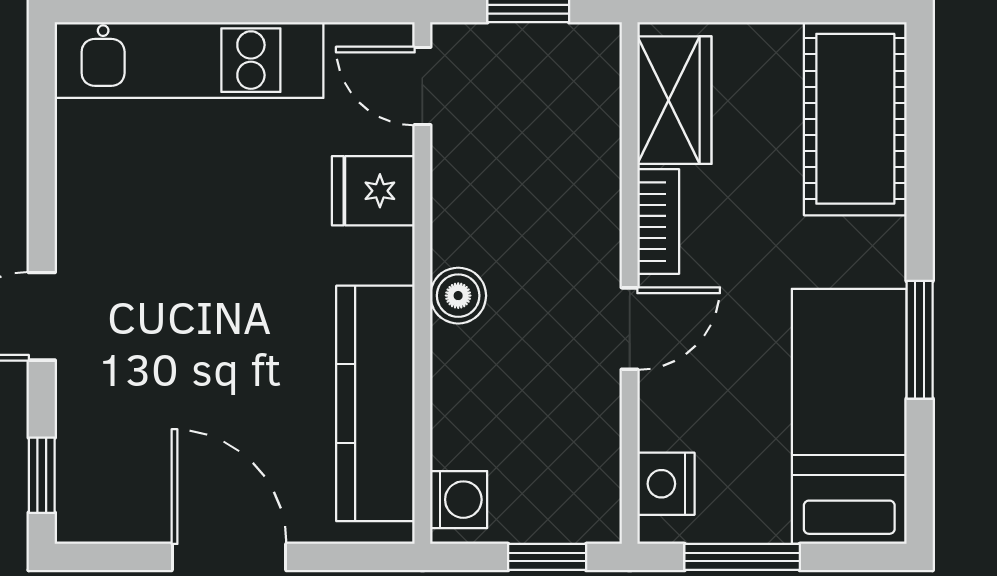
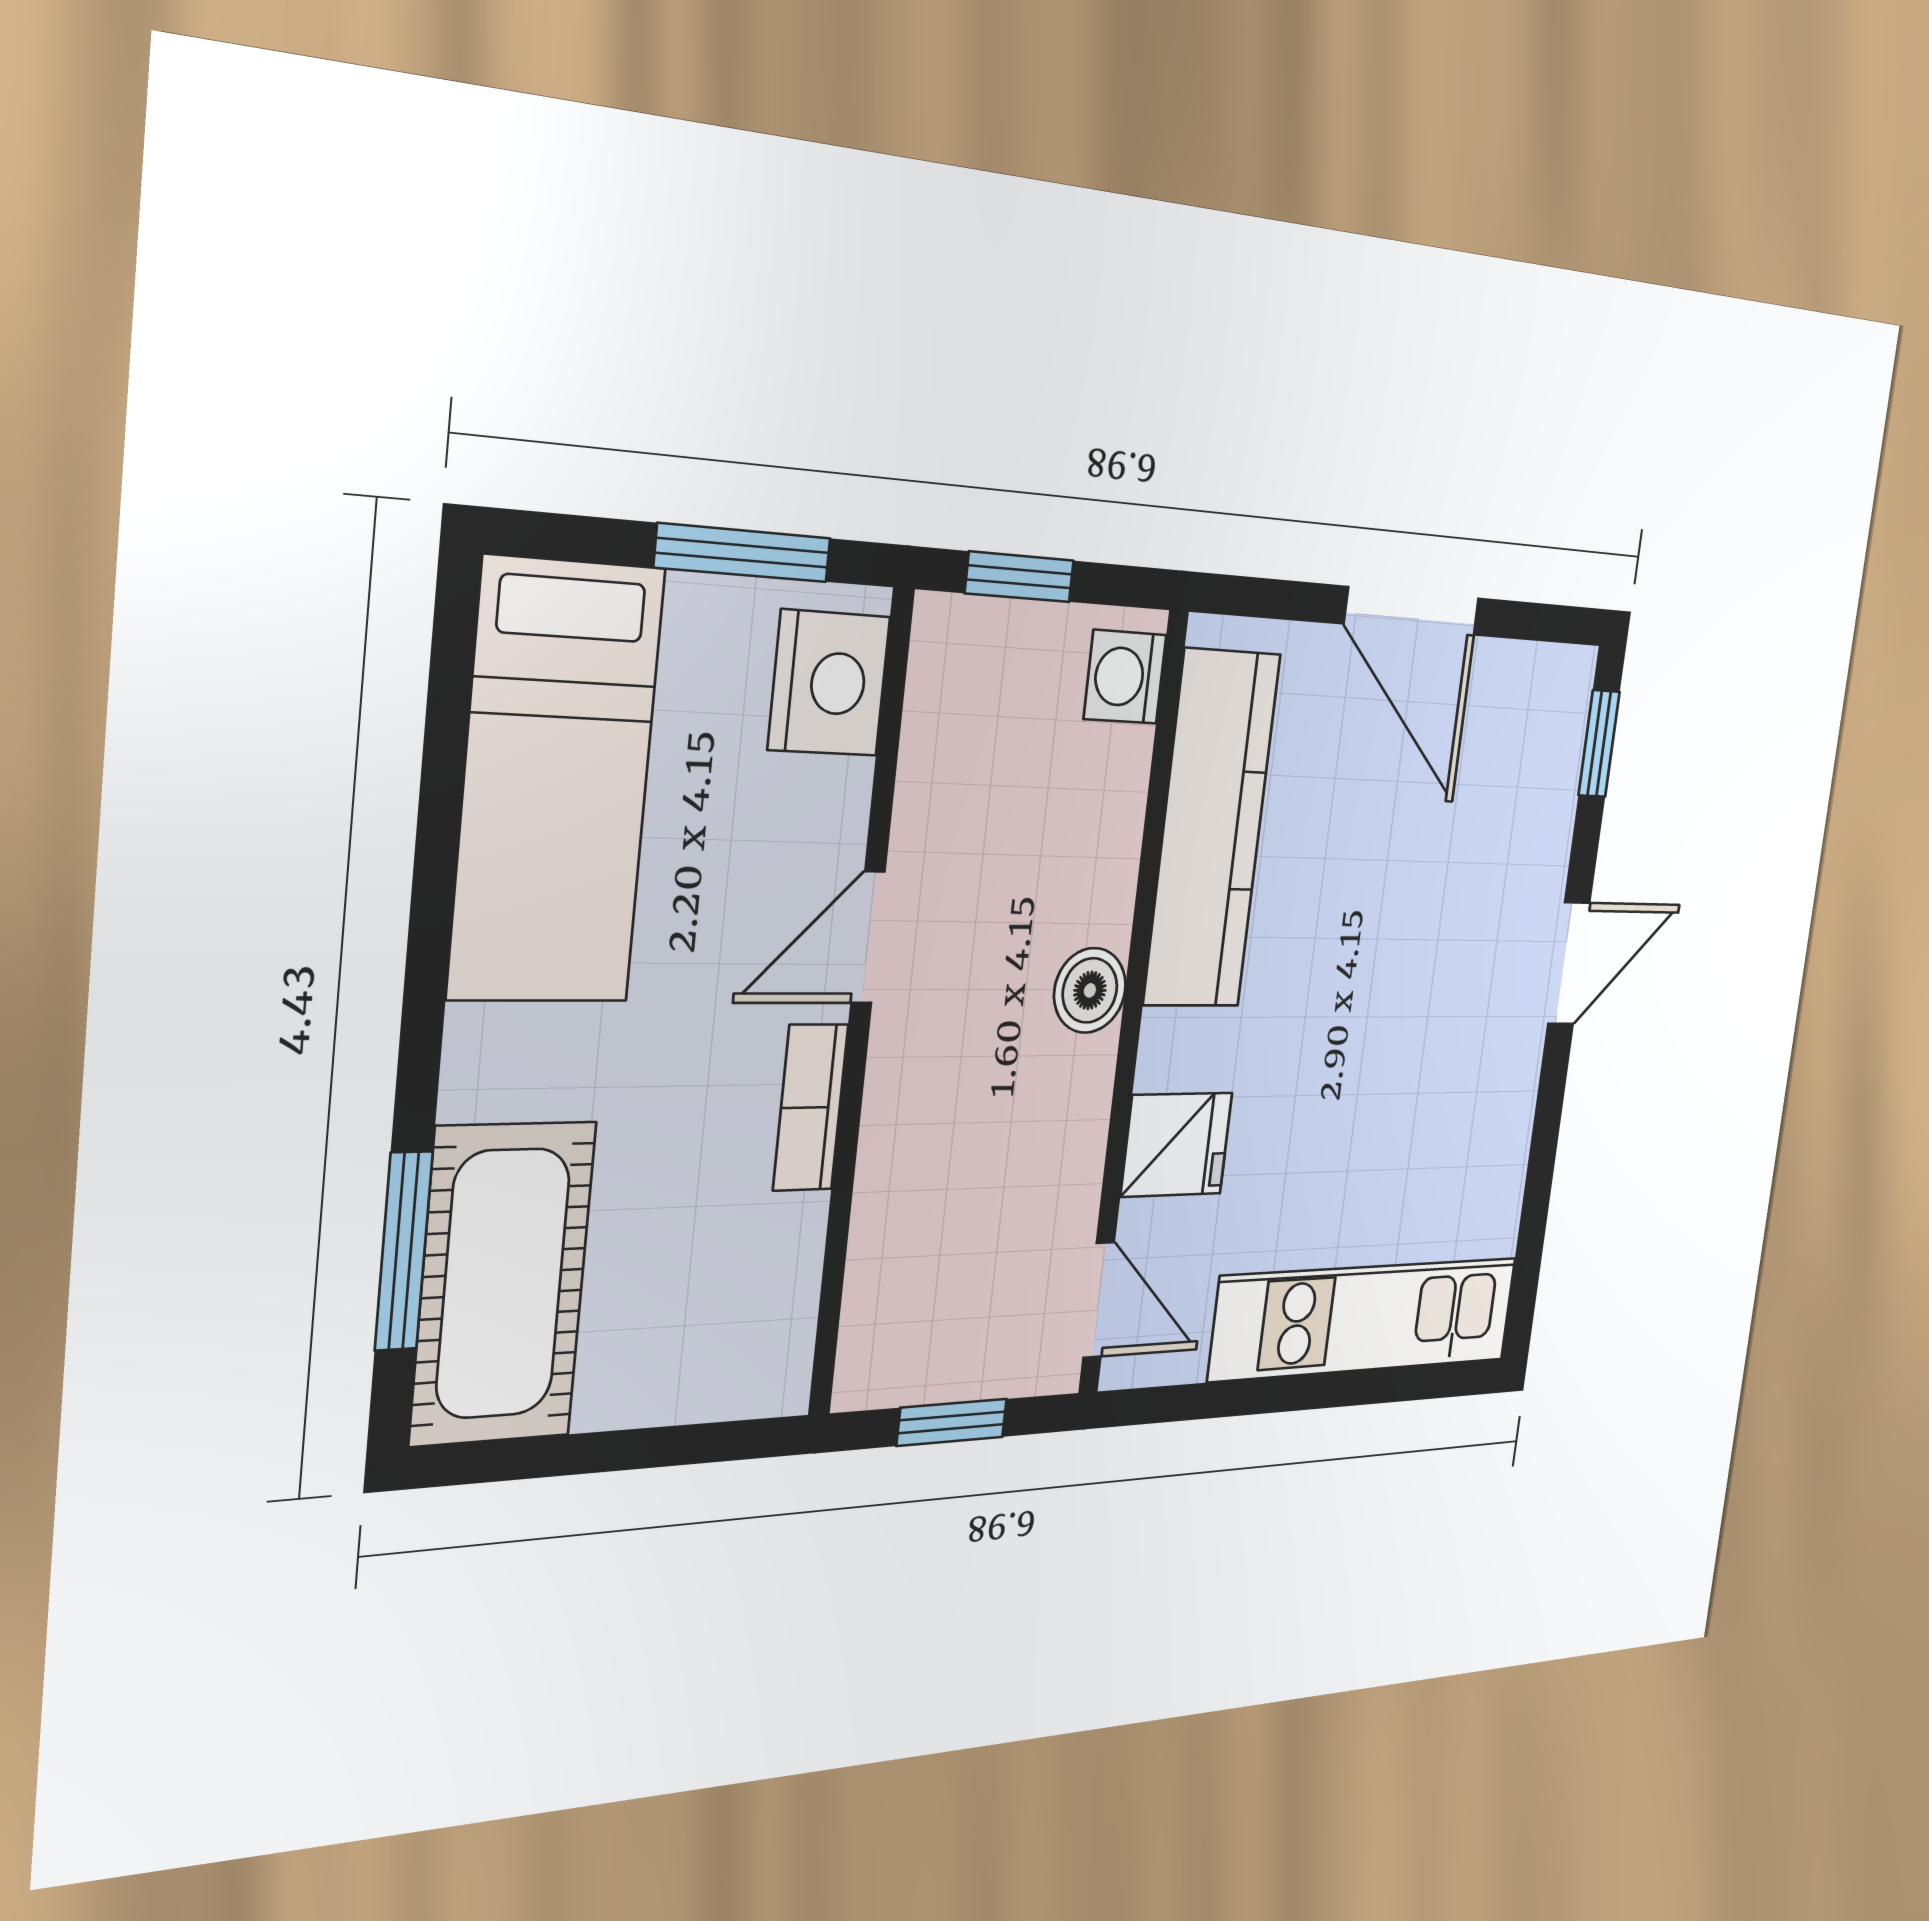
wardrobe: (674, 100) -> (769, 1299), removed
window: (920, 340) -> (404, 1251), moved
nightstand: (666, 484) -> (829, 683), width x1.36, depth x1.33

